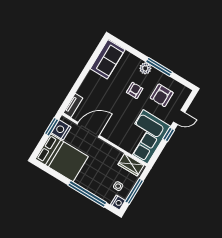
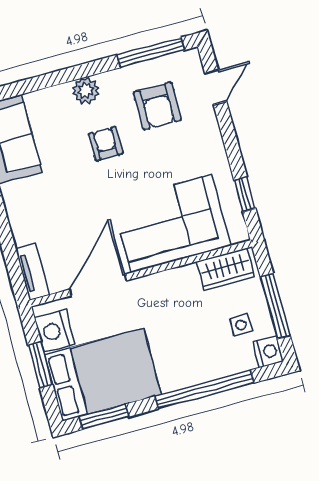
window: (159, 67) -> (150, 53), moved
door: (179, 117) -> (216, 87), moved
window: (52, 127) -> (40, 365), moved
window: (169, 134) -> (245, 195), moved
corner sofa: (145, 137) -> (171, 223), moved, turned 90
window: (49, 171) -> (104, 417), added

